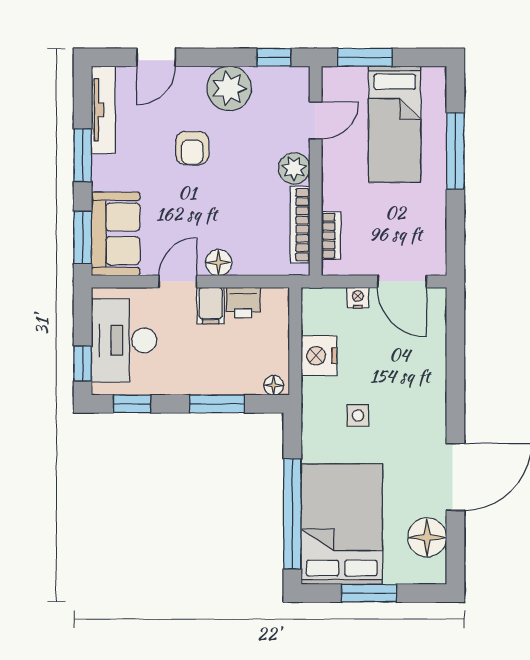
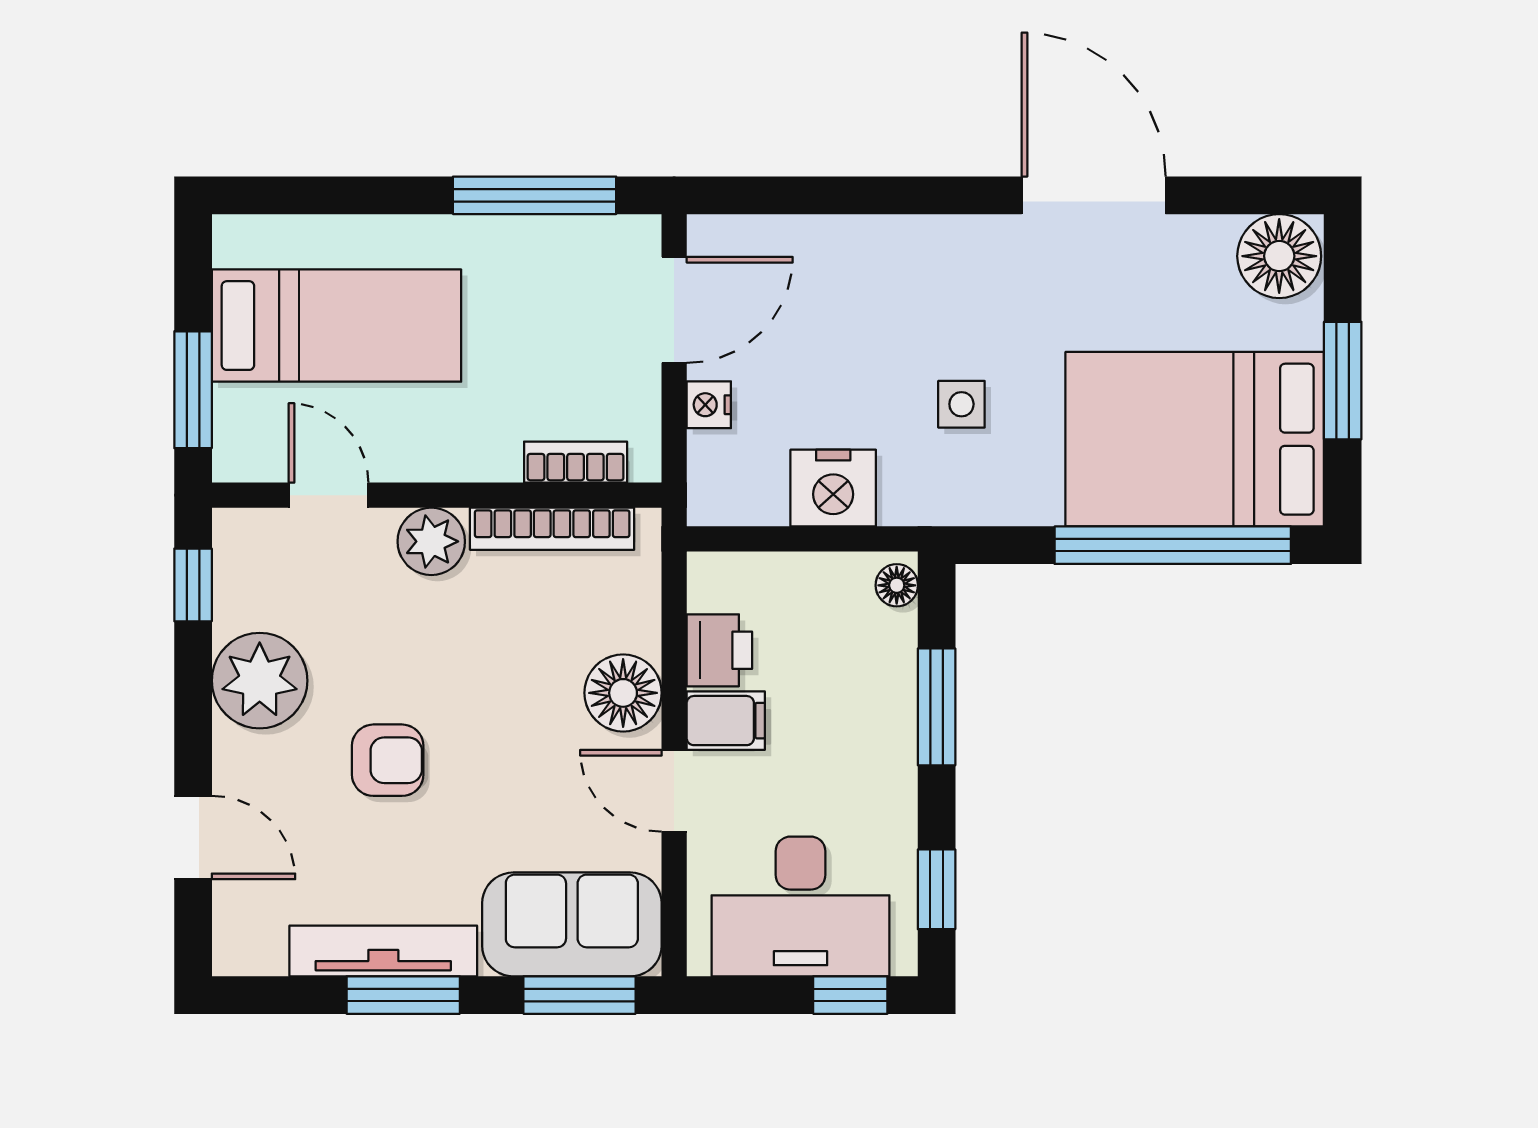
tv unit: (103, 110) -> (383, 951), moved
window: (455, 151) -> (535, 195), moved
floor lamp: (219, 263) -> (623, 693), width x1.38, depth x1.38
floor lamp: (427, 537) -> (1279, 256), moved

